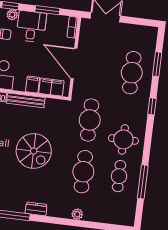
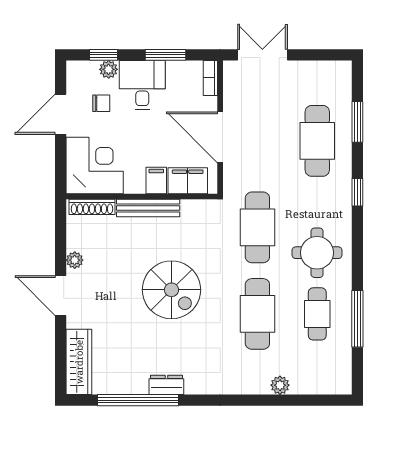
dresser: (36, 209) -> (166, 385), moved
plant: (77, 214) -> (280, 385), moved

